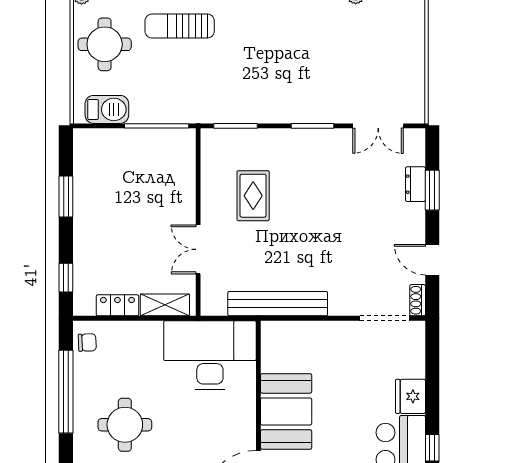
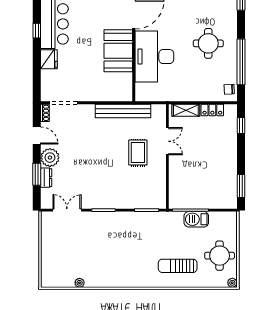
sun lounger: (180, 26) -> (178, 266), turned 180
barbecue: (107, 109) -> (196, 219), moved
window: (66, 196) -> (241, 186), moved
rug: (253, 196) -> (138, 153), moved
plant: (409, 220) -> (50, 158), added
desk: (210, 355) -> (154, 57), moved, turned 90

